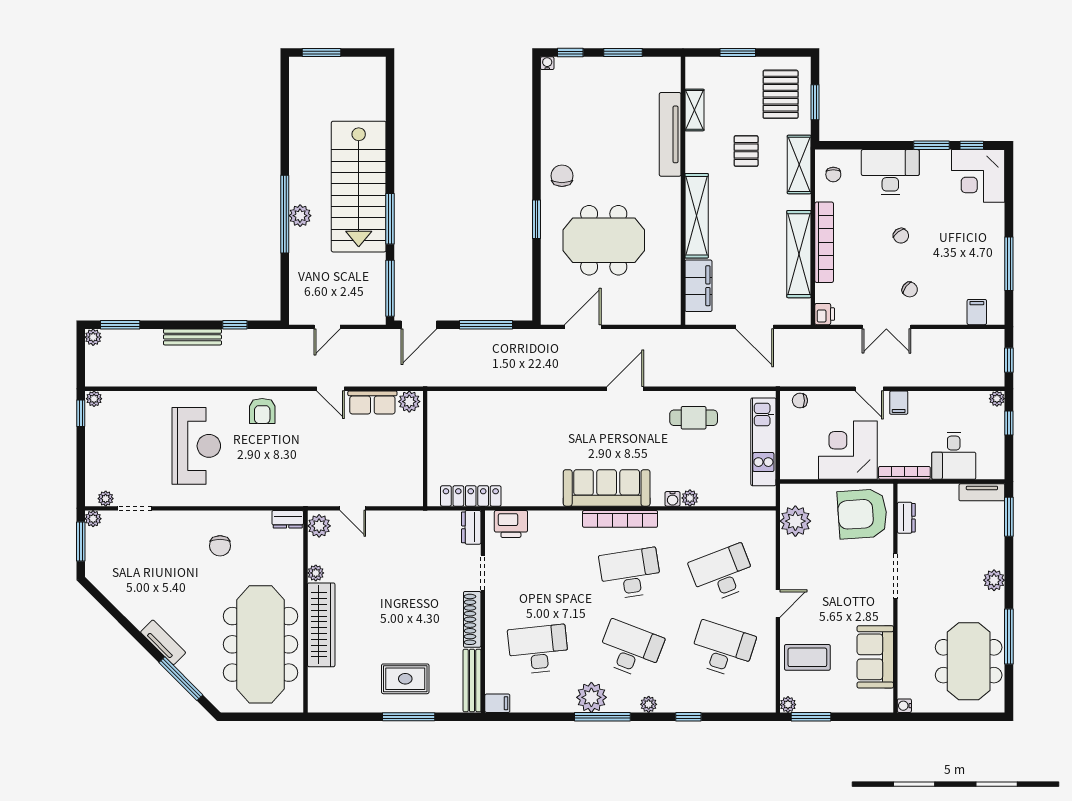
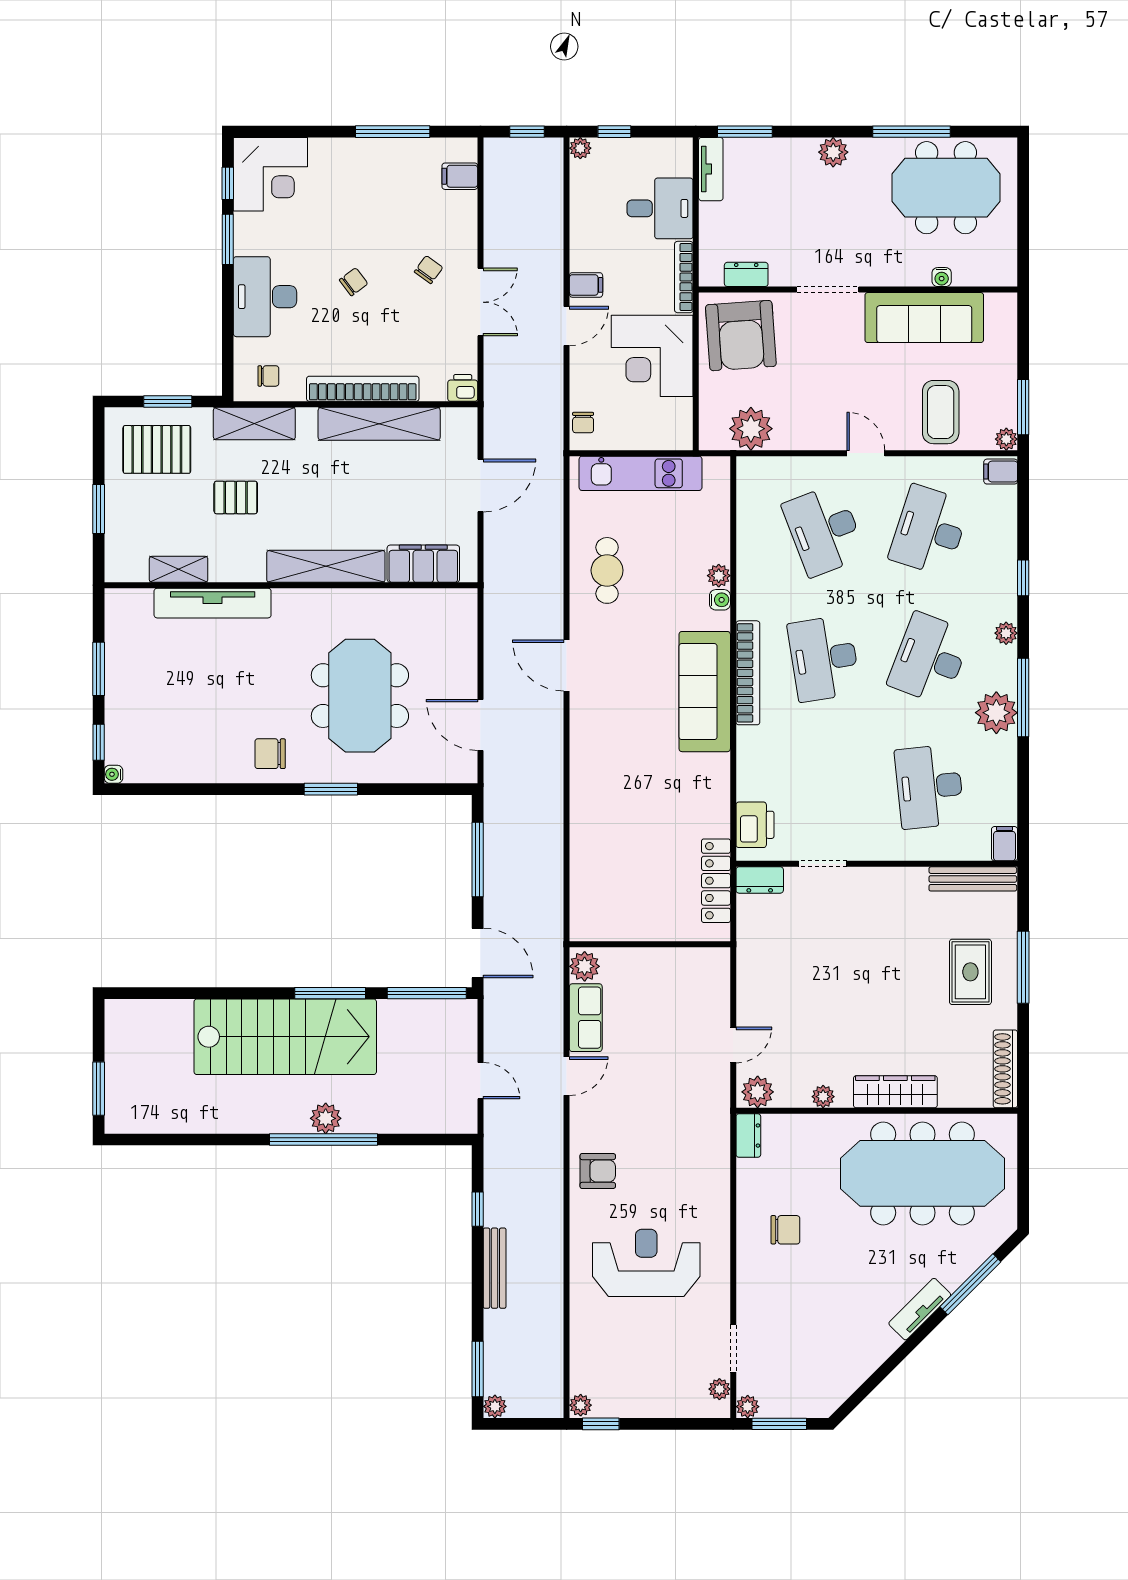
shoe rack: (472, 619) -> (1005, 1069), moved, turned 90
wardrobe: (321, 625) -> (895, 1092), width x0.71, depth x0.85
sofa: (875, 657) -> (924, 318), width x1.36
filing cabinet: (765, 701) -> (1001, 472), added
water cooler: (904, 706) -> (942, 277), moved

